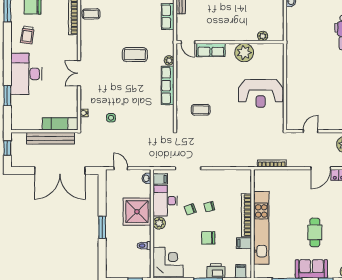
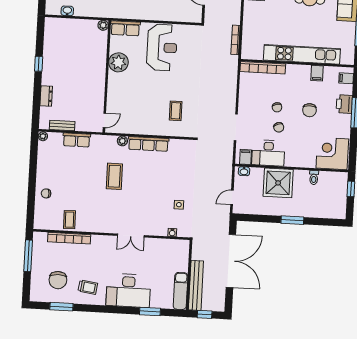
plant: (263, 36) -> (103, 25), moved
row of seats: (211, 50) -> (125, 28), moved, turned 90
exam couch: (60, 124) -> (181, 291), moved
bench: (51, 138) -> (196, 285), moved
bookcase: (246, 215) -> (263, 68), moved
plant: (159, 223) -> (291, 160), removed

